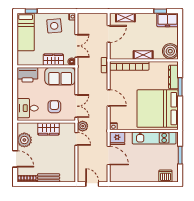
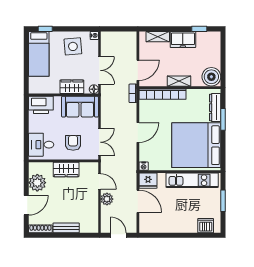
freezer: (168, 20) -> (183, 39), moved
door: (109, 34) -> (138, 70), moved
door: (109, 98) -> (138, 132), hinge flipped
plant: (83, 126) -> (107, 199), moved
door: (15, 159) -> (26, 205), hinge flipped

